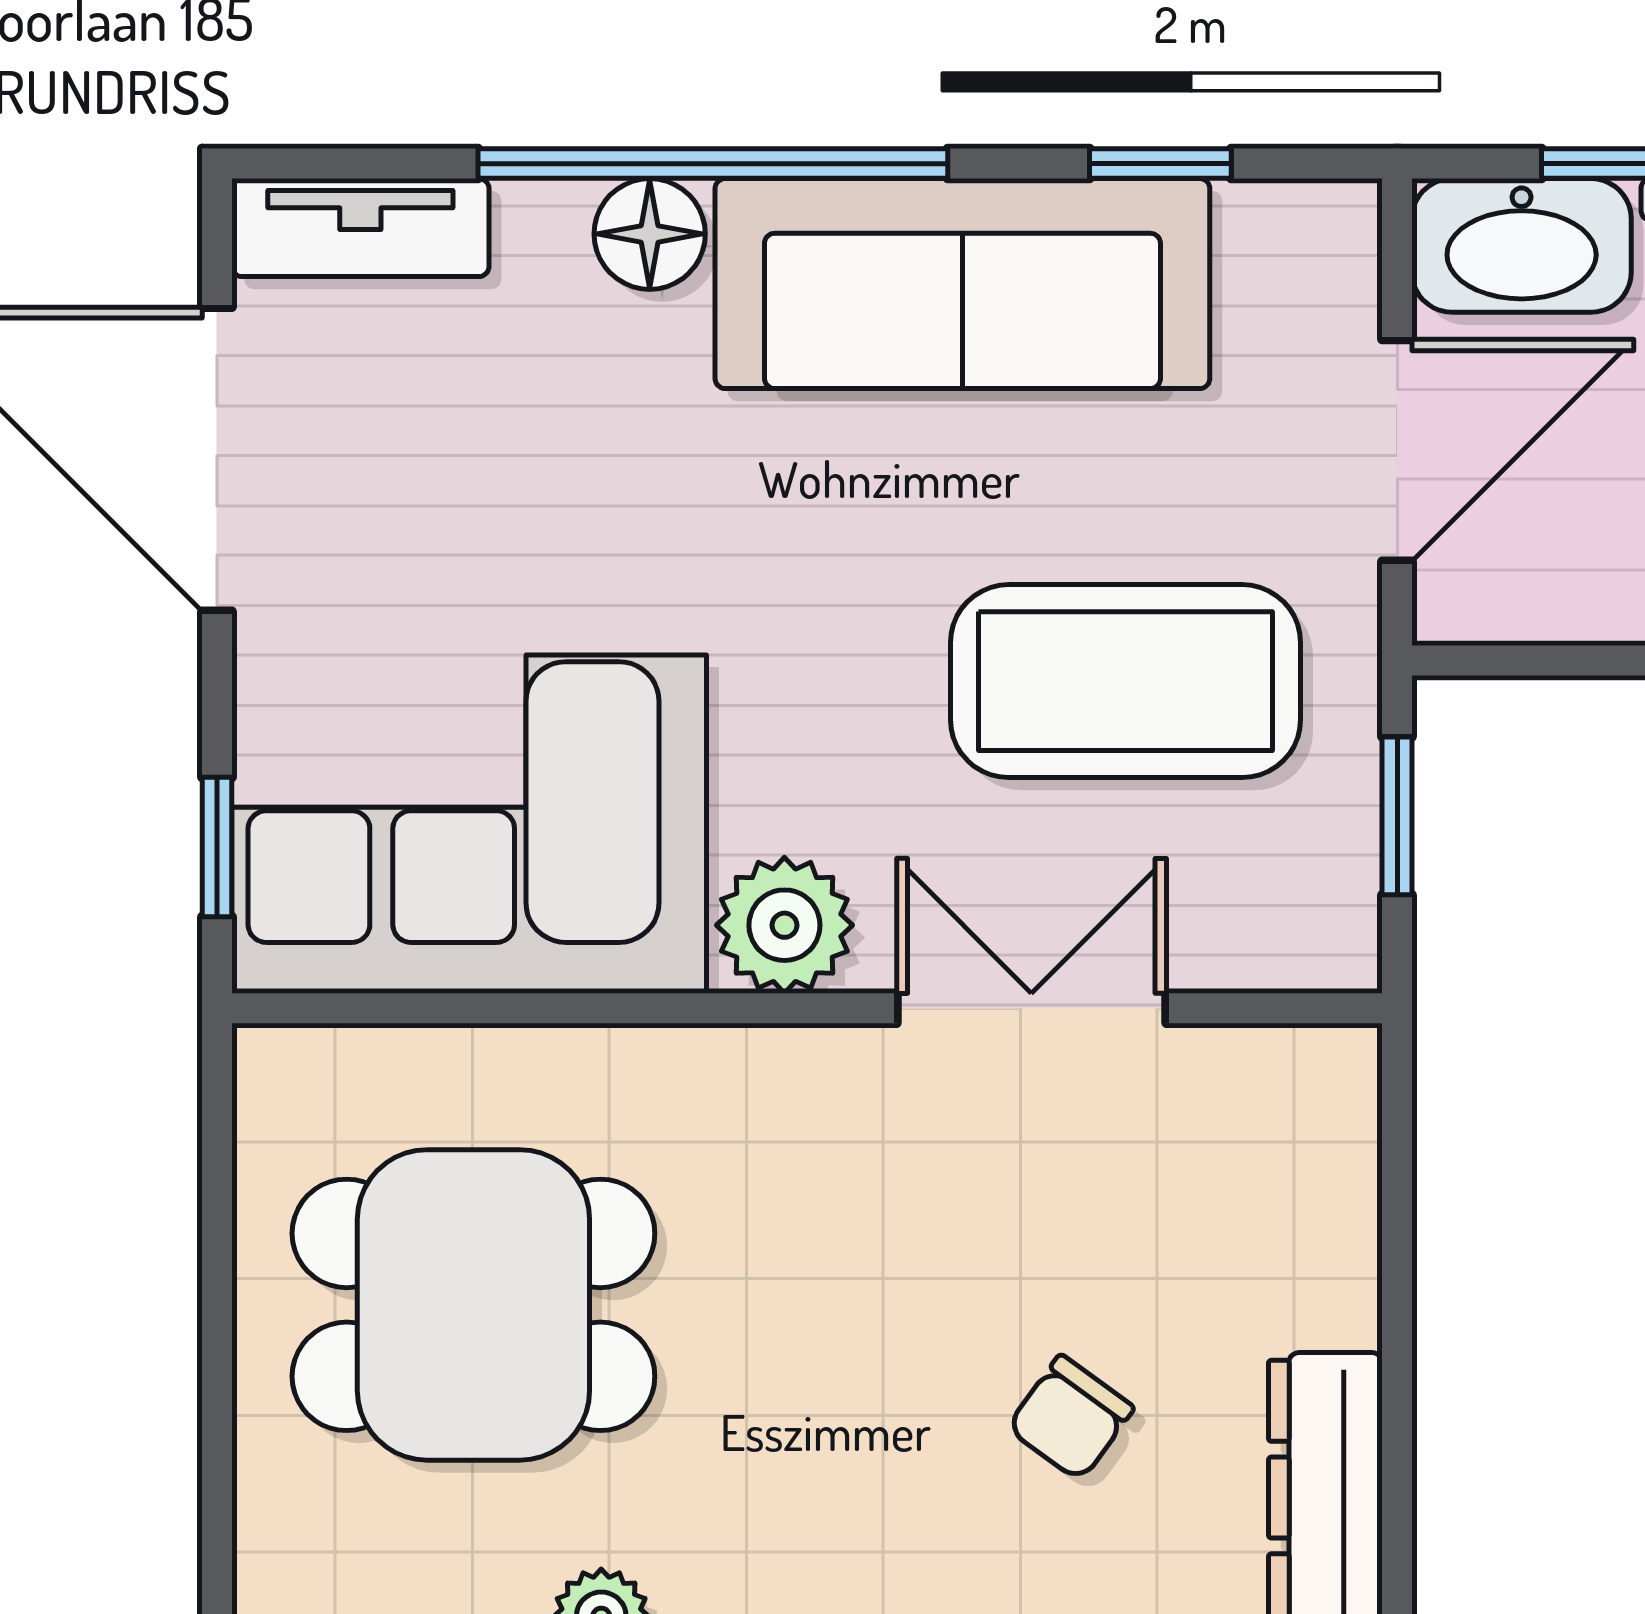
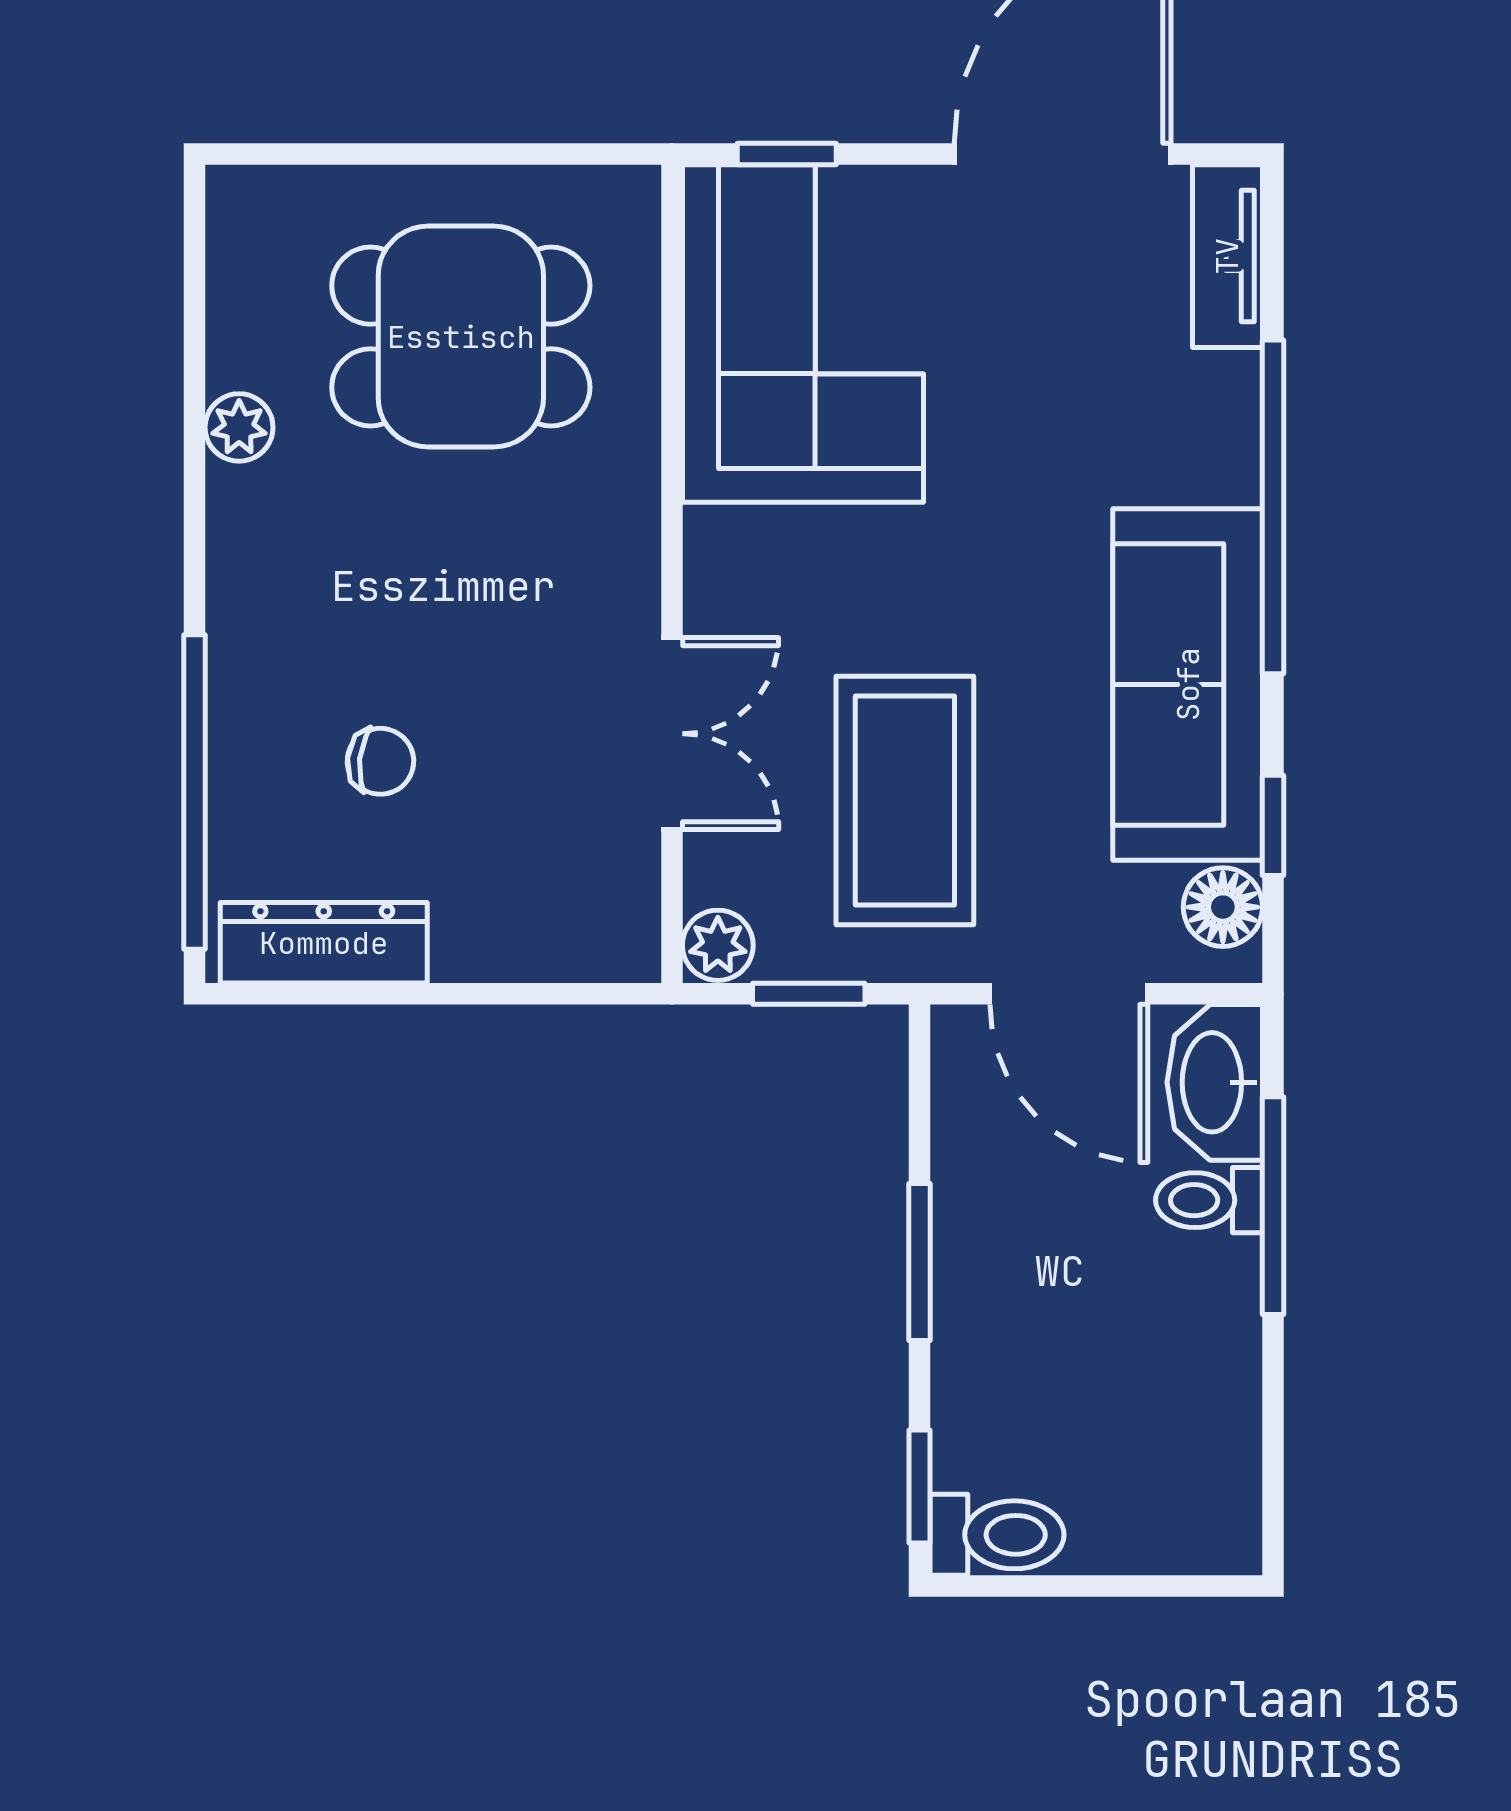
floor lamp: (650, 234) -> (1223, 907), moved
plant: (784, 925) -> (718, 945), moved, width x0.73, depth x0.73
dining table: (473, 1305) -> (461, 337), turned 90
chair: (1070, 1418) -> (380, 761), turned 150

